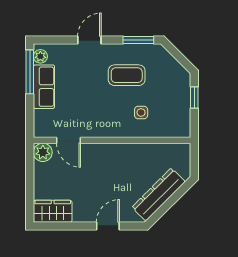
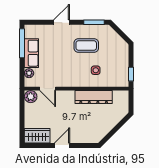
plant: (40, 56) -> (29, 73), moved
window: (194, 98) -> (131, 74), moved
dresser: (159, 194) -> (94, 97), moved, turned -135
door: (108, 226) -> (62, 145), moved

